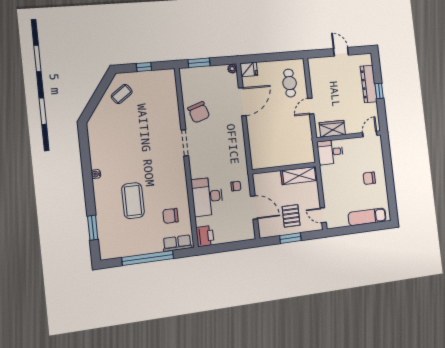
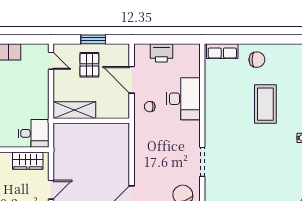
chair: (171, 216) -> (257, 60), moved
printer: (205, 236) -> (161, 53), moved, turned -90
window: (148, 258) -> (256, 39), removed

